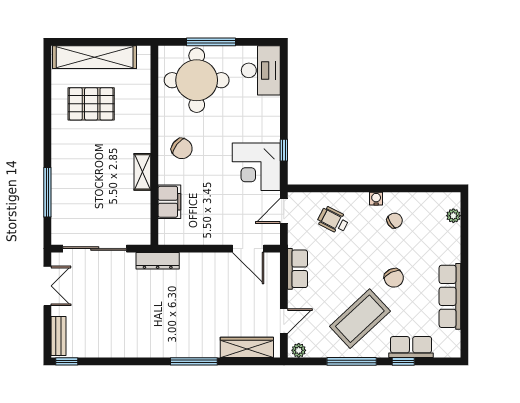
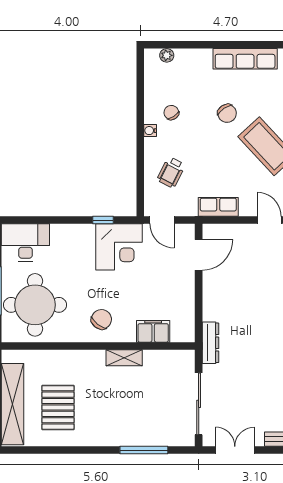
chair: (394, 278) -> (227, 113), turned 82

